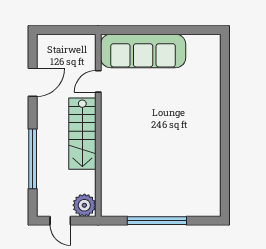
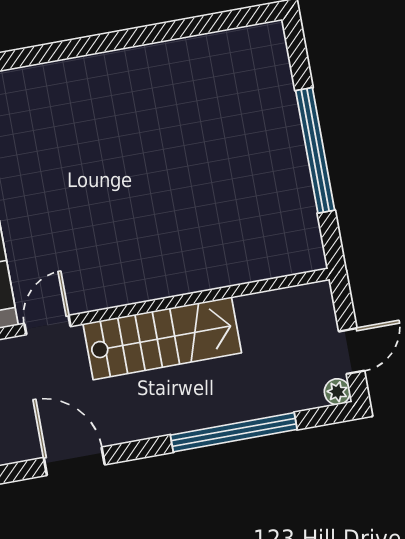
door: (98, 81) -> (47, 325), swing flipped
plant: (84, 205) -> (337, 392), moved, width x0.53, depth x0.53

